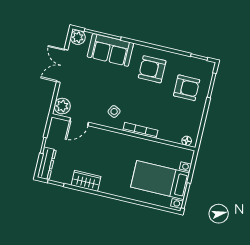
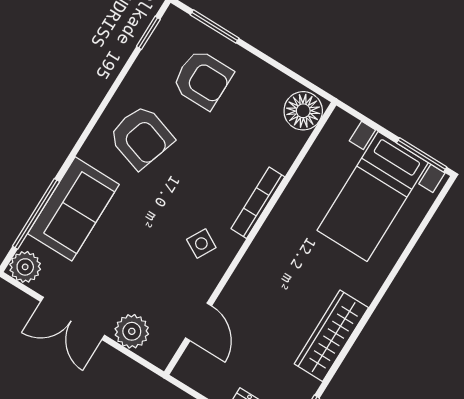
armchair: (152, 69) -> (141, 137), turned -72
armchair: (187, 88) -> (203, 79), turned 90
plant: (62, 106) -> (132, 331), moved
floor lamp: (187, 141) -> (303, 111), width x1.89, depth x1.89
wardrobe: (86, 181) -> (331, 336), width x1.50

